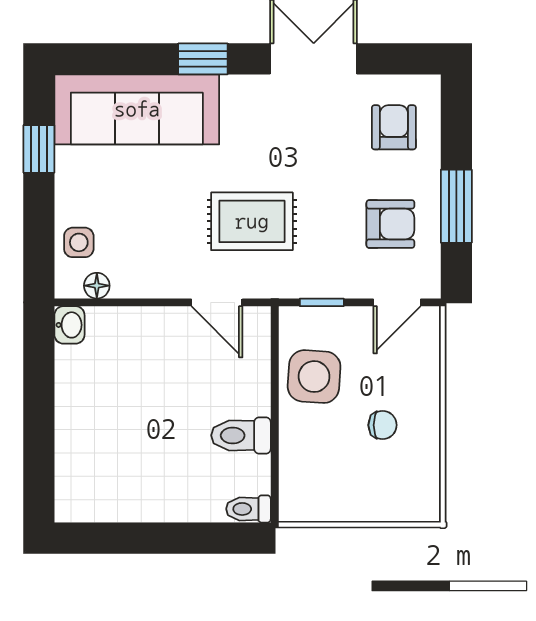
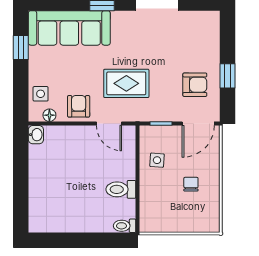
armchair: (394, 127) -> (79, 106), moved
window: (456, 206) -> (227, 76), width x0.67
door: (397, 302) -> (198, 123), width x1.38
side table: (314, 377) -> (157, 160), width x0.54, depth x0.54
chair: (383, 425) -> (191, 184), turned -90

